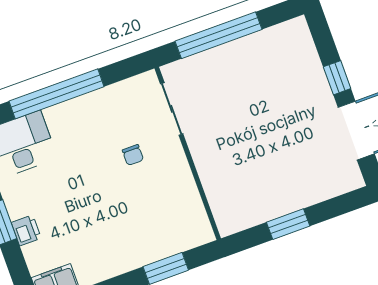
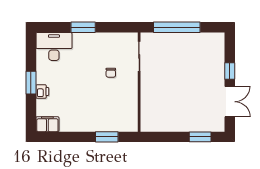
window: (57, 94) -> (83, 27), width x0.47
window: (288, 224) -> (200, 137), moved

